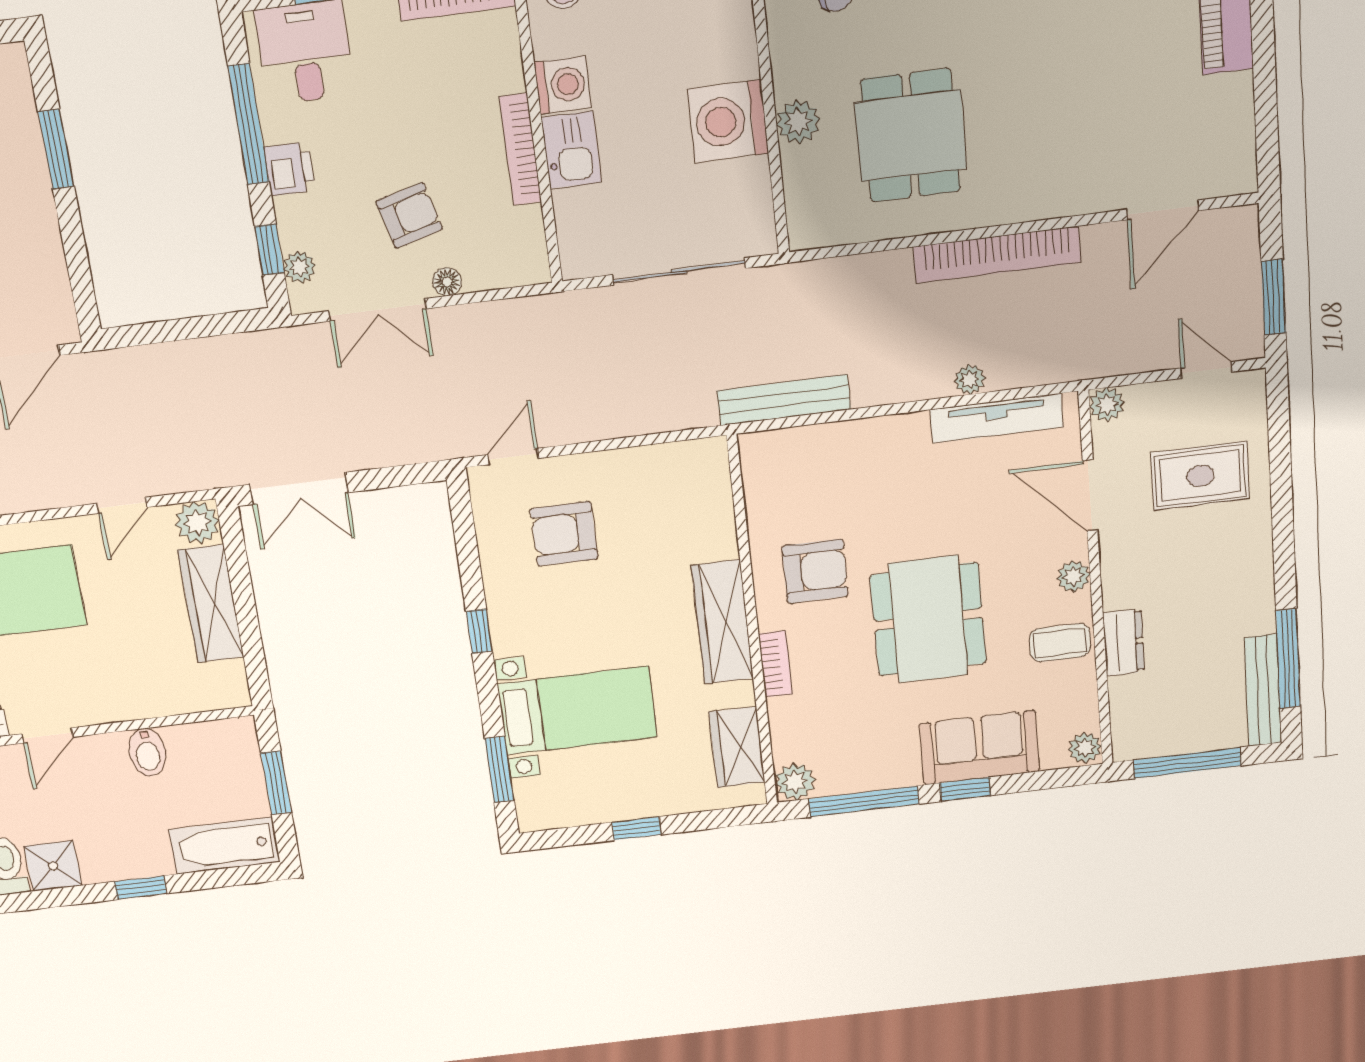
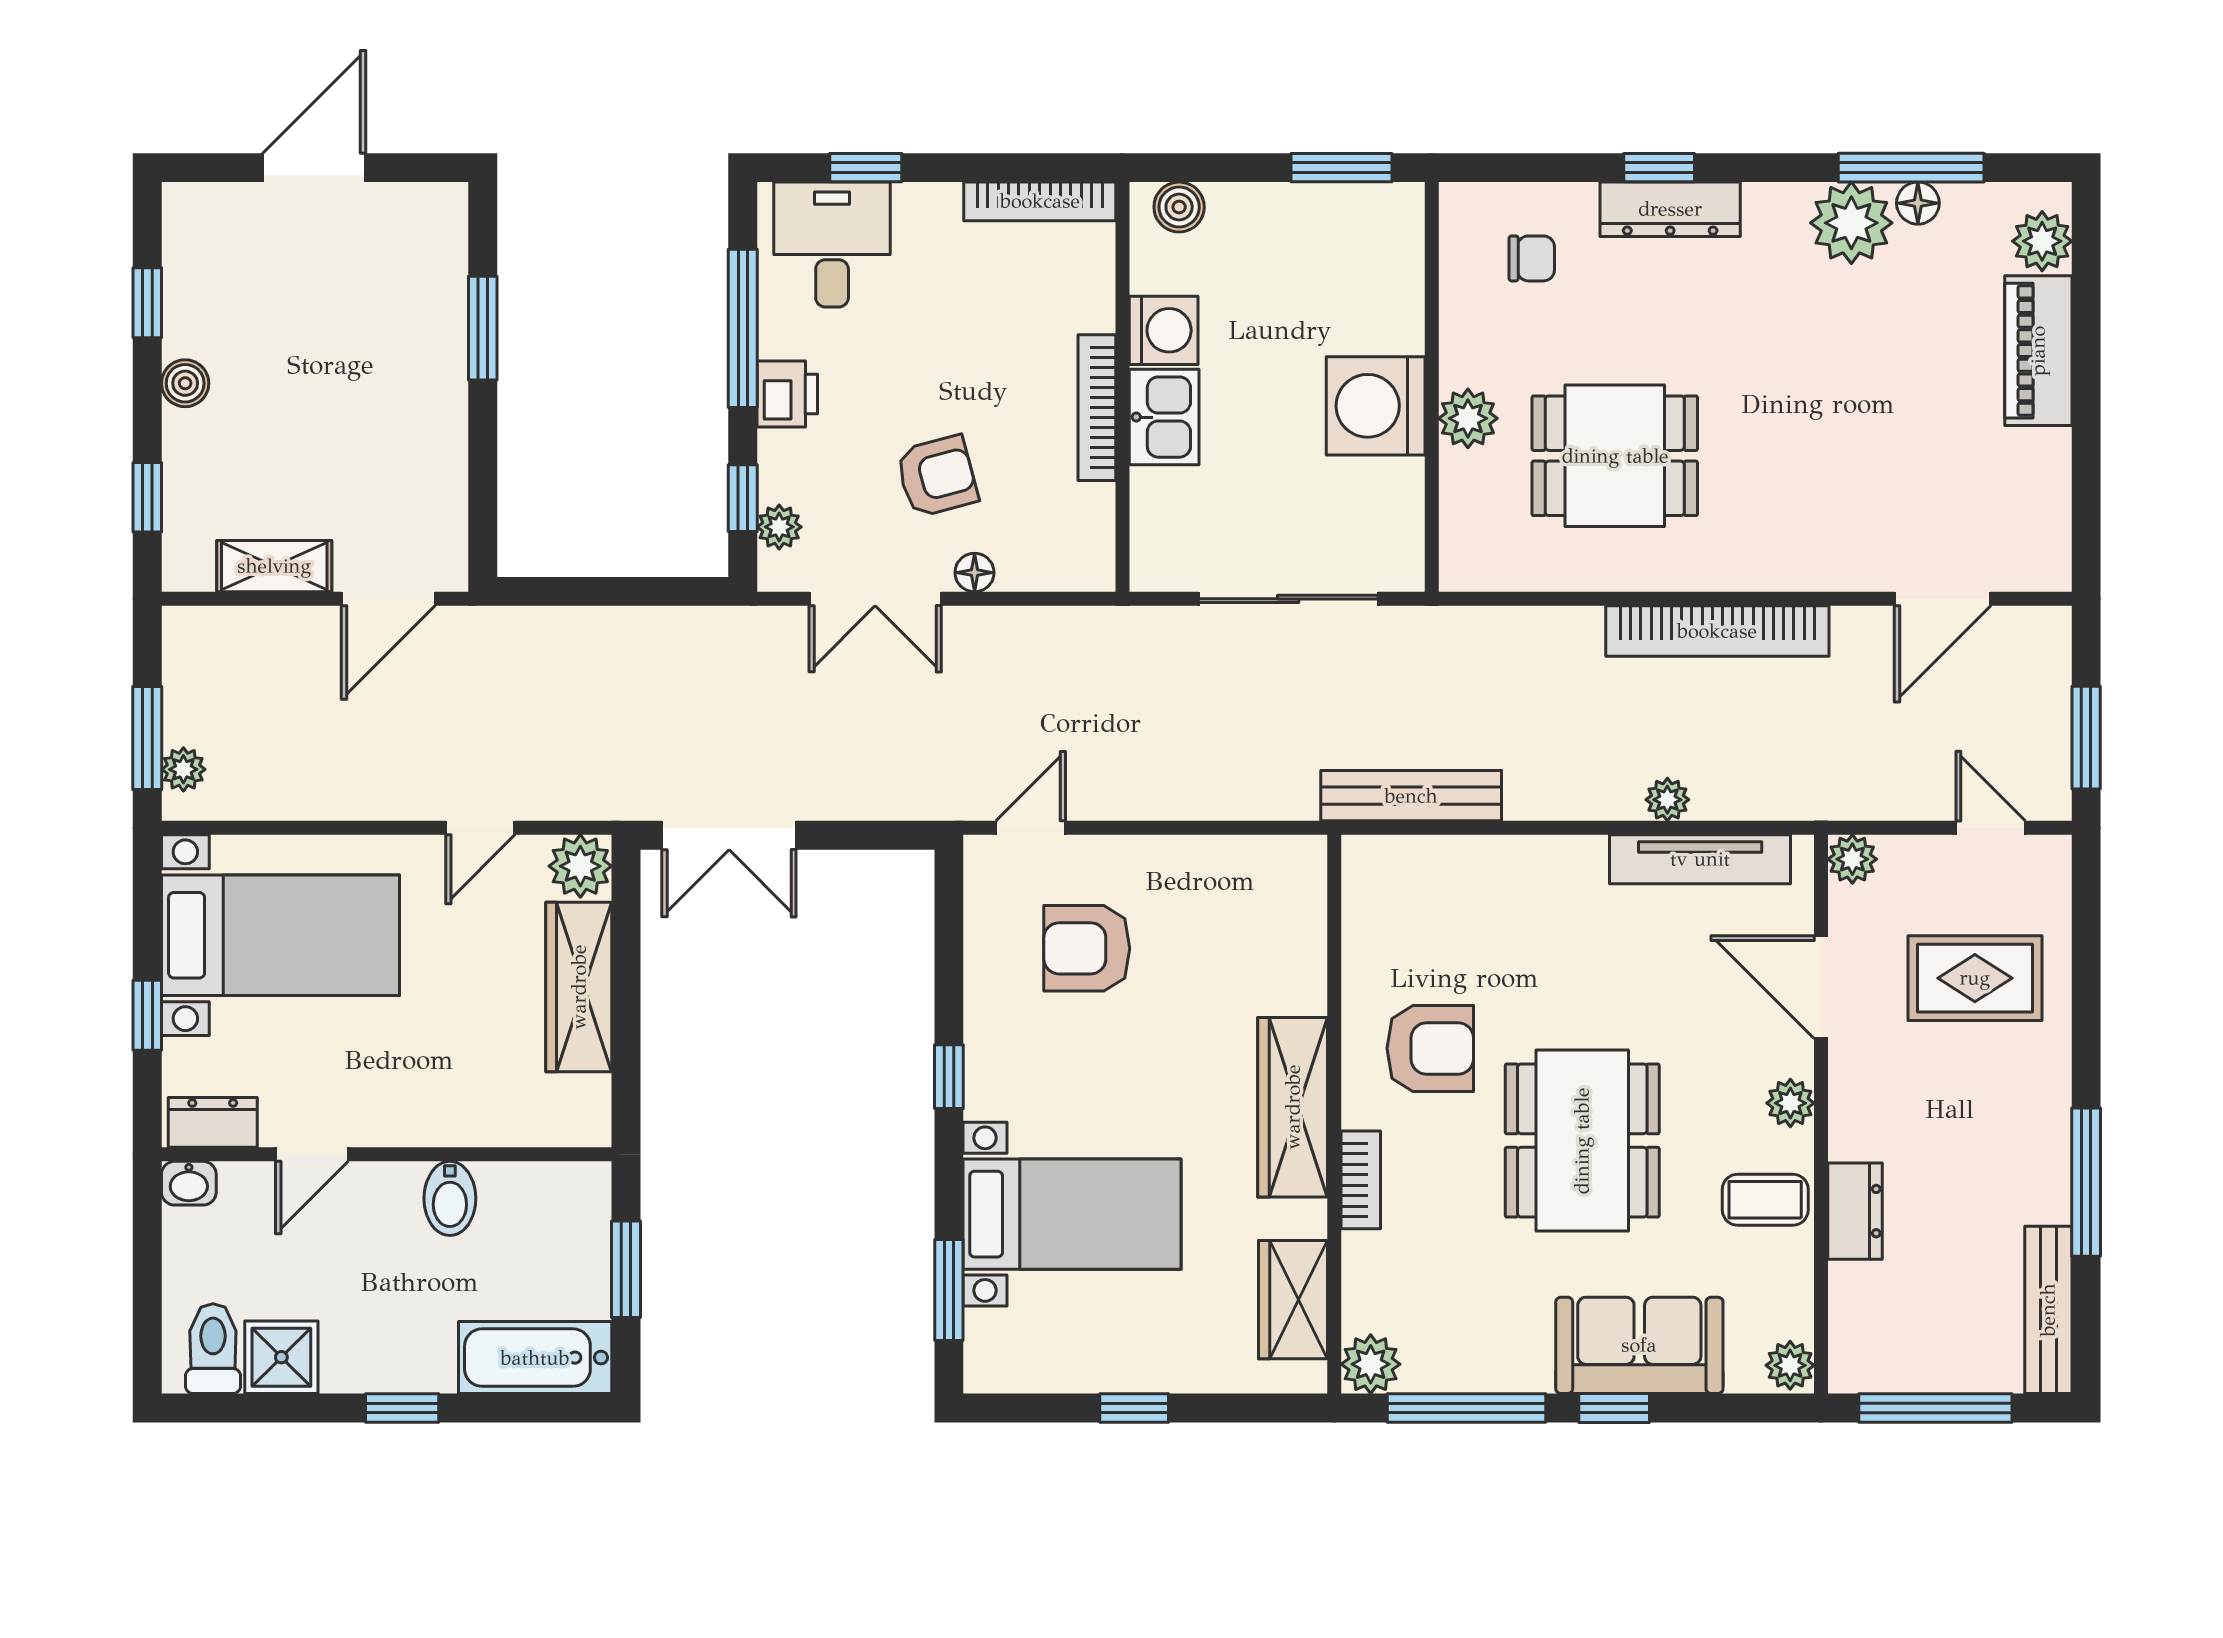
dining table: (911, 135) -> (1615, 456), turned 90
window: (1288, 659) -> (2086, 1182), moved

